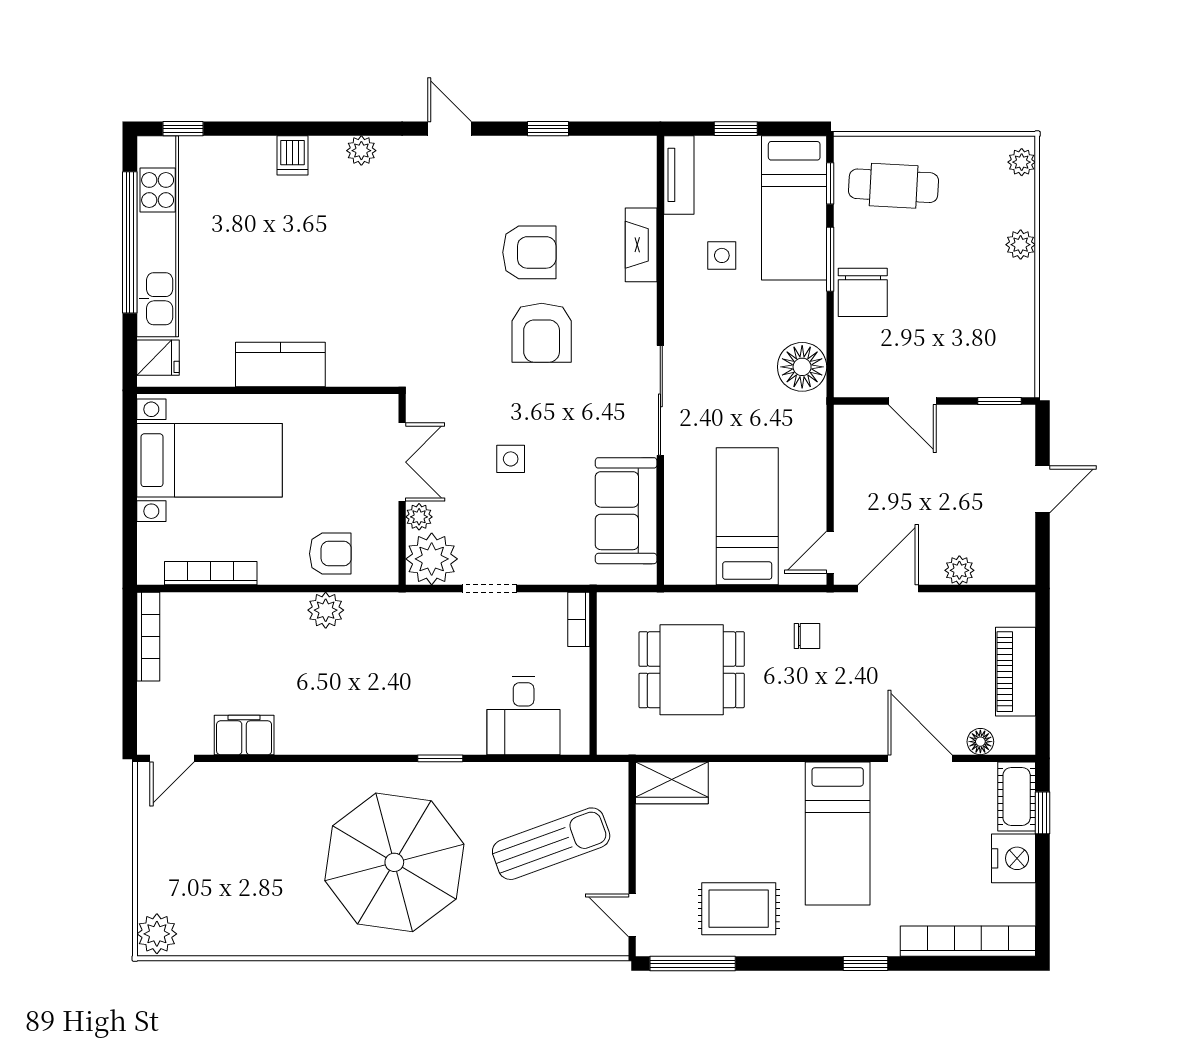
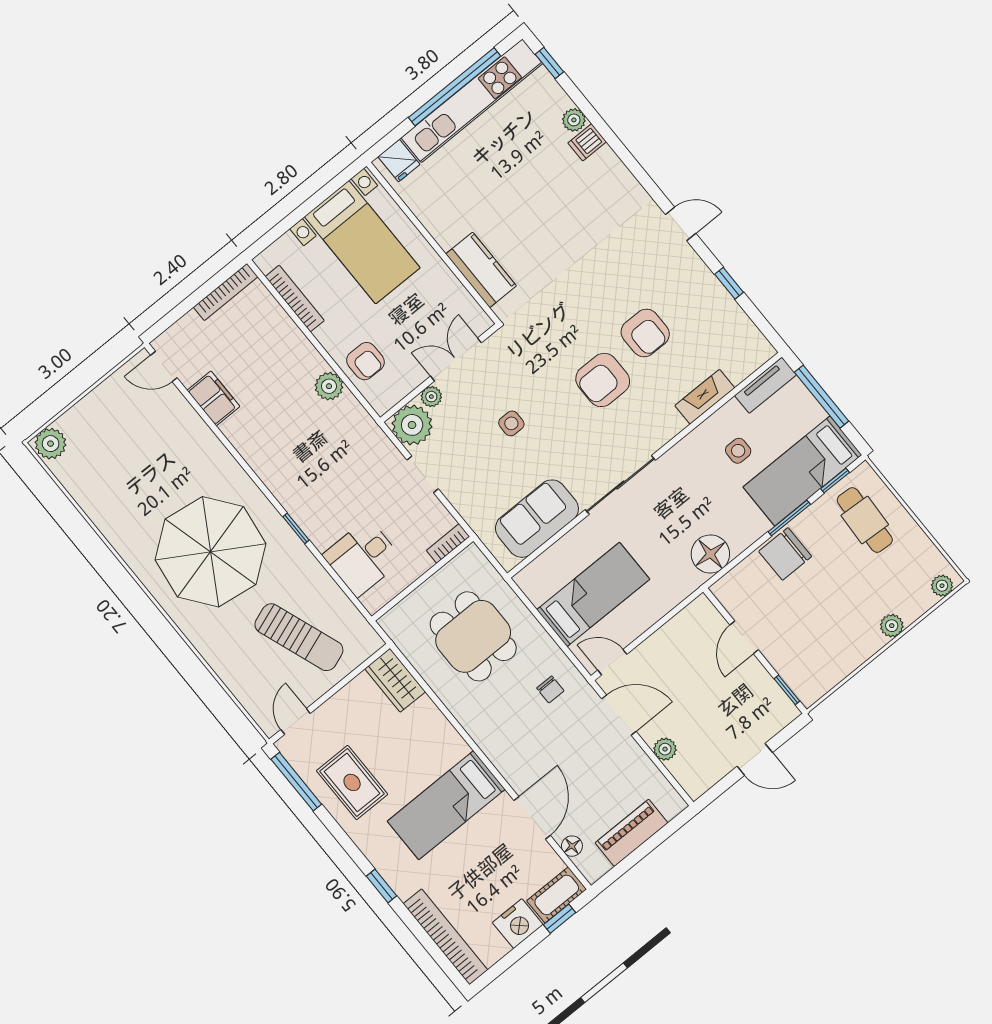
door: (450, 129) -> (681, 224), hinge flipped
window: (736, 129) -> (822, 397), width x2.17
plant: (361, 151) -> (574, 120), moved
kitchen counter: (280, 364) -> (481, 270), moved
double door: (402, 462) -> (456, 359), swing flipped

